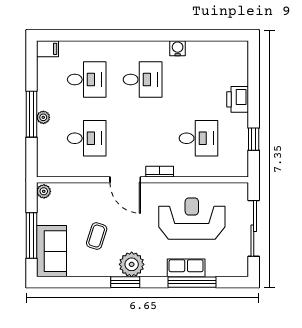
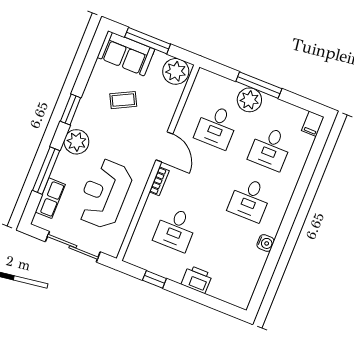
plant: (43, 117) -> (249, 100), width x1.88, depth x1.88
door: (125, 180) -> (164, 147), swing flipped
plant: (44, 191) -> (176, 71), width x1.88, depth x1.88
reception desk: (192, 219) -> (104, 194), turned 180
coffee table: (97, 236) -> (123, 100), turned -45
plant: (132, 264) -> (76, 142), moved
row of seats: (186, 268) -> (50, 198), moved

